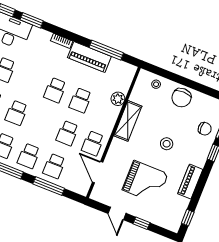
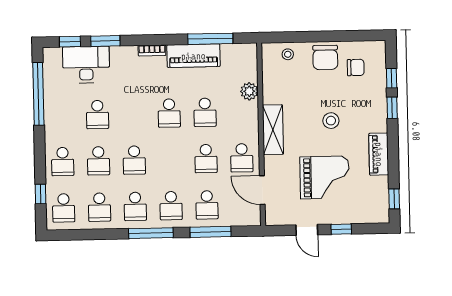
shelving: (128, 121) -> (273, 130), moved
chair: (205, 129) -> (356, 67), moved

